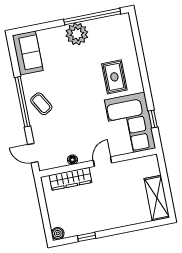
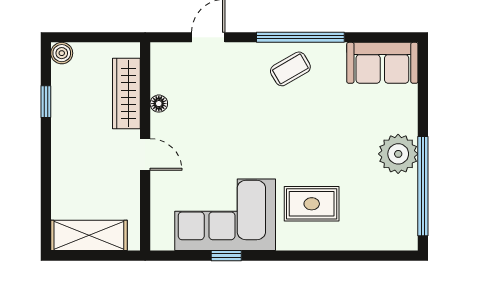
floor lamp: (72, 160) -> (159, 104), moved
door: (102, 162) -> (145, 154), moved
wall: (98, 163) -> (145, 146), moved
wardrobe: (70, 179) -> (126, 94), moved

